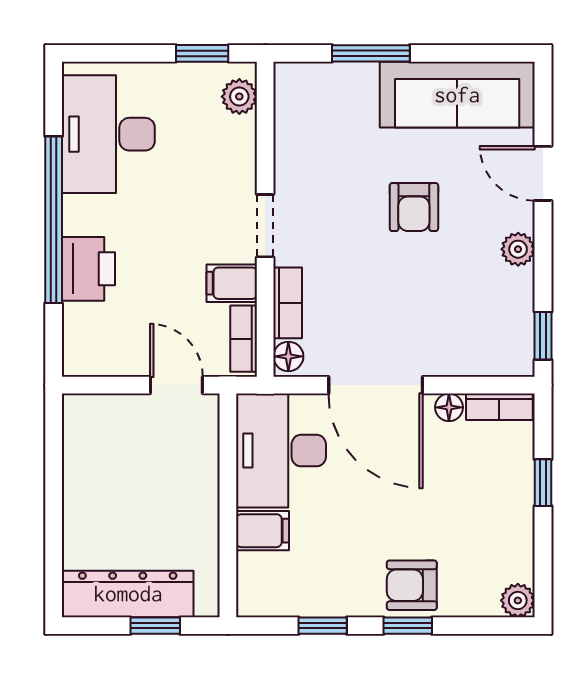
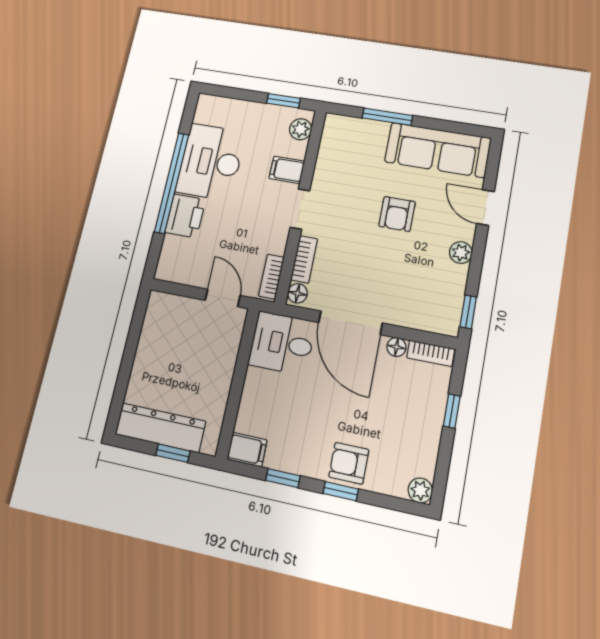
desk: (108, 134) -> (211, 162), moved
filing cabinet: (232, 283) -> (287, 170), moved
desk: (281, 451) -> (282, 343), width x0.73
filing cabinet: (263, 531) -> (247, 450), moved

